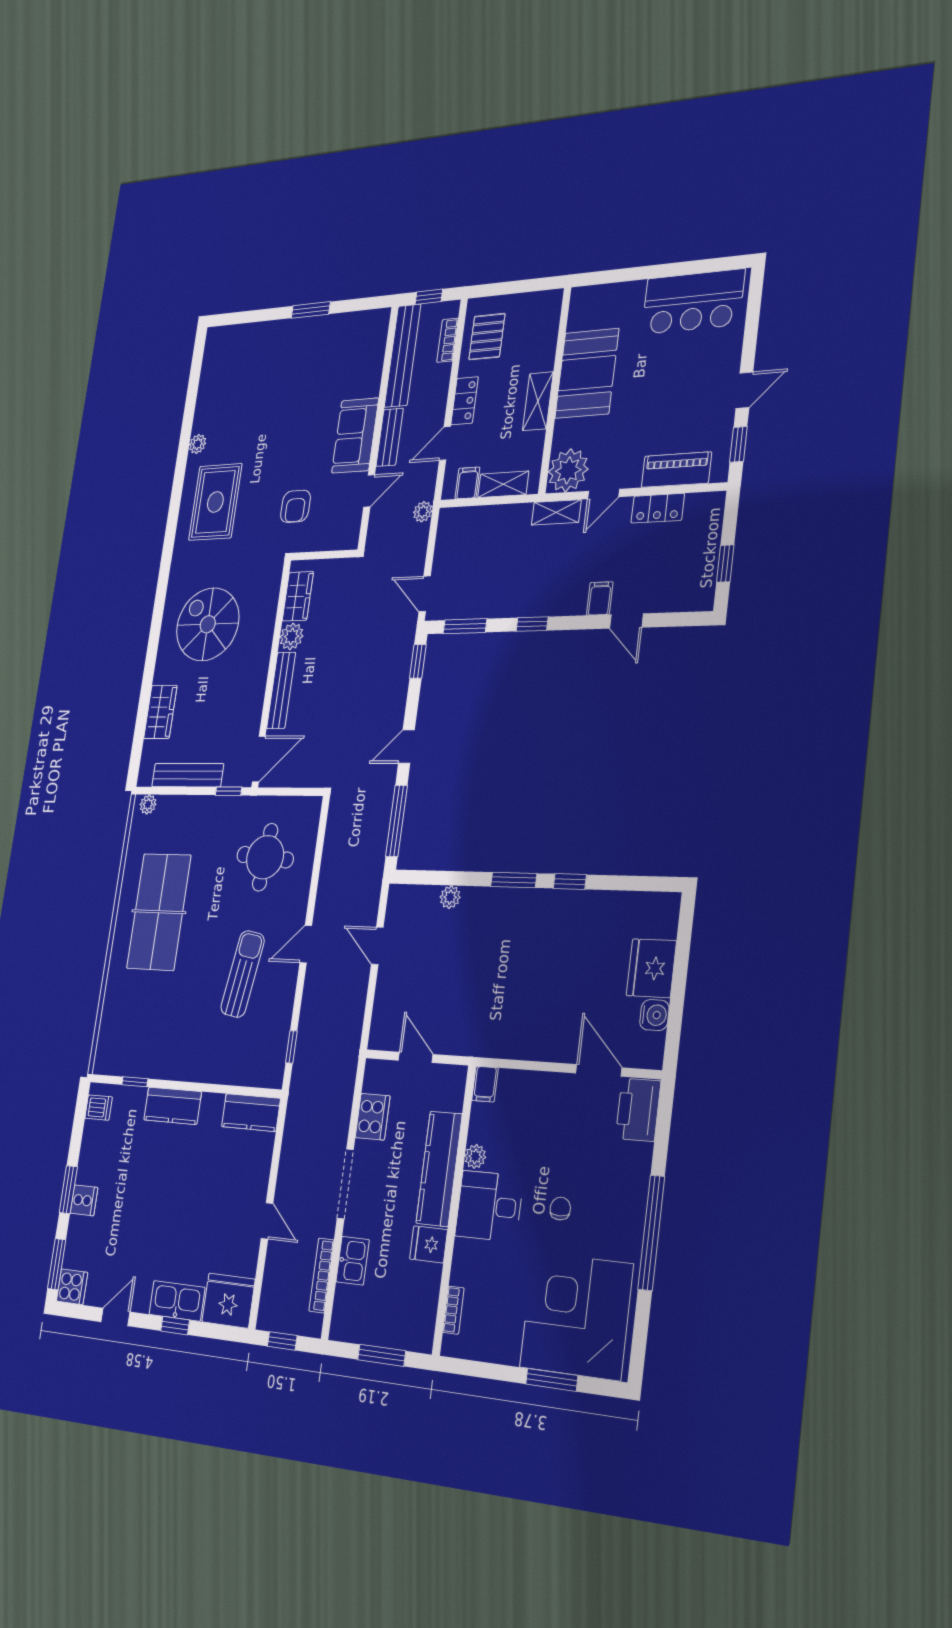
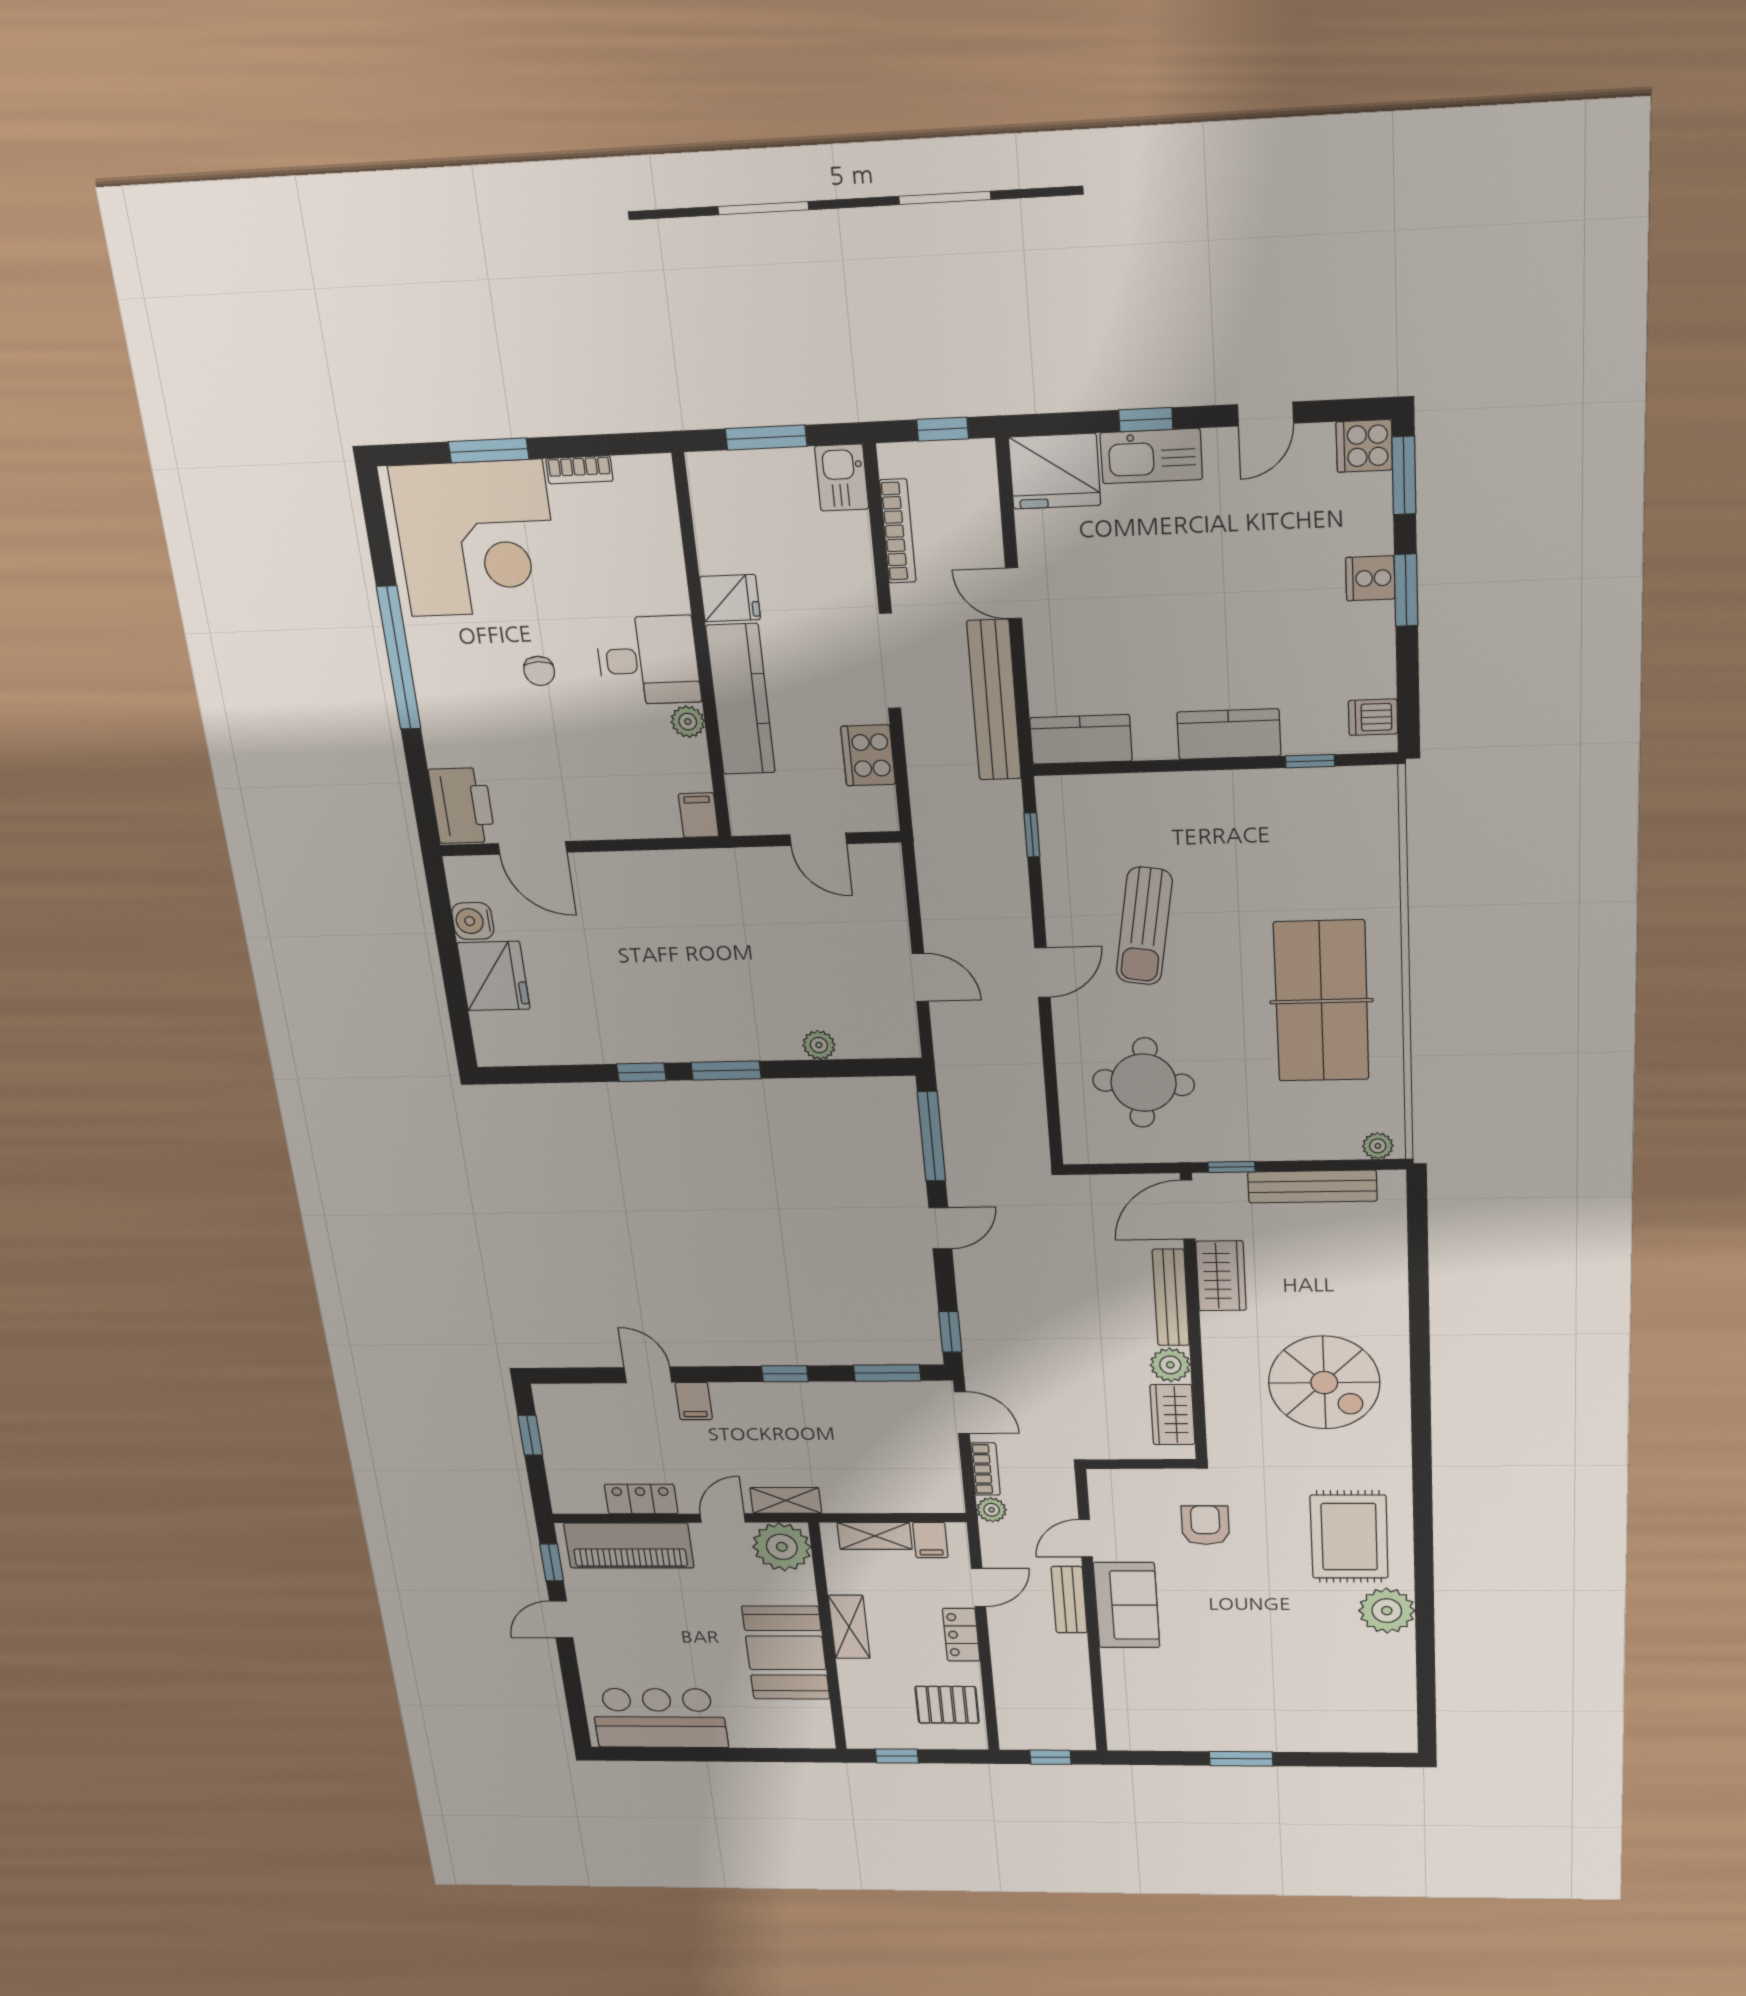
window: (531, 285) -> (897, 1756), added
pallet: (487, 337) -> (947, 1705), turned 90
bookcase: (447, 340) -> (985, 1469), moved
bench: (403, 356) -> (994, 700), moved
plant: (198, 444) -> (1387, 1611), width x1.88, depth x1.88
piano: (676, 470) -> (629, 1545), width x1.37, depth x1.33
wardrobe: (160, 712) -> (1221, 1276), moved, turned 180
kitchen sink: (353, 1261) -> (842, 478), moved
bookcase: (453, 1310) -> (579, 470), moved, turned -90

